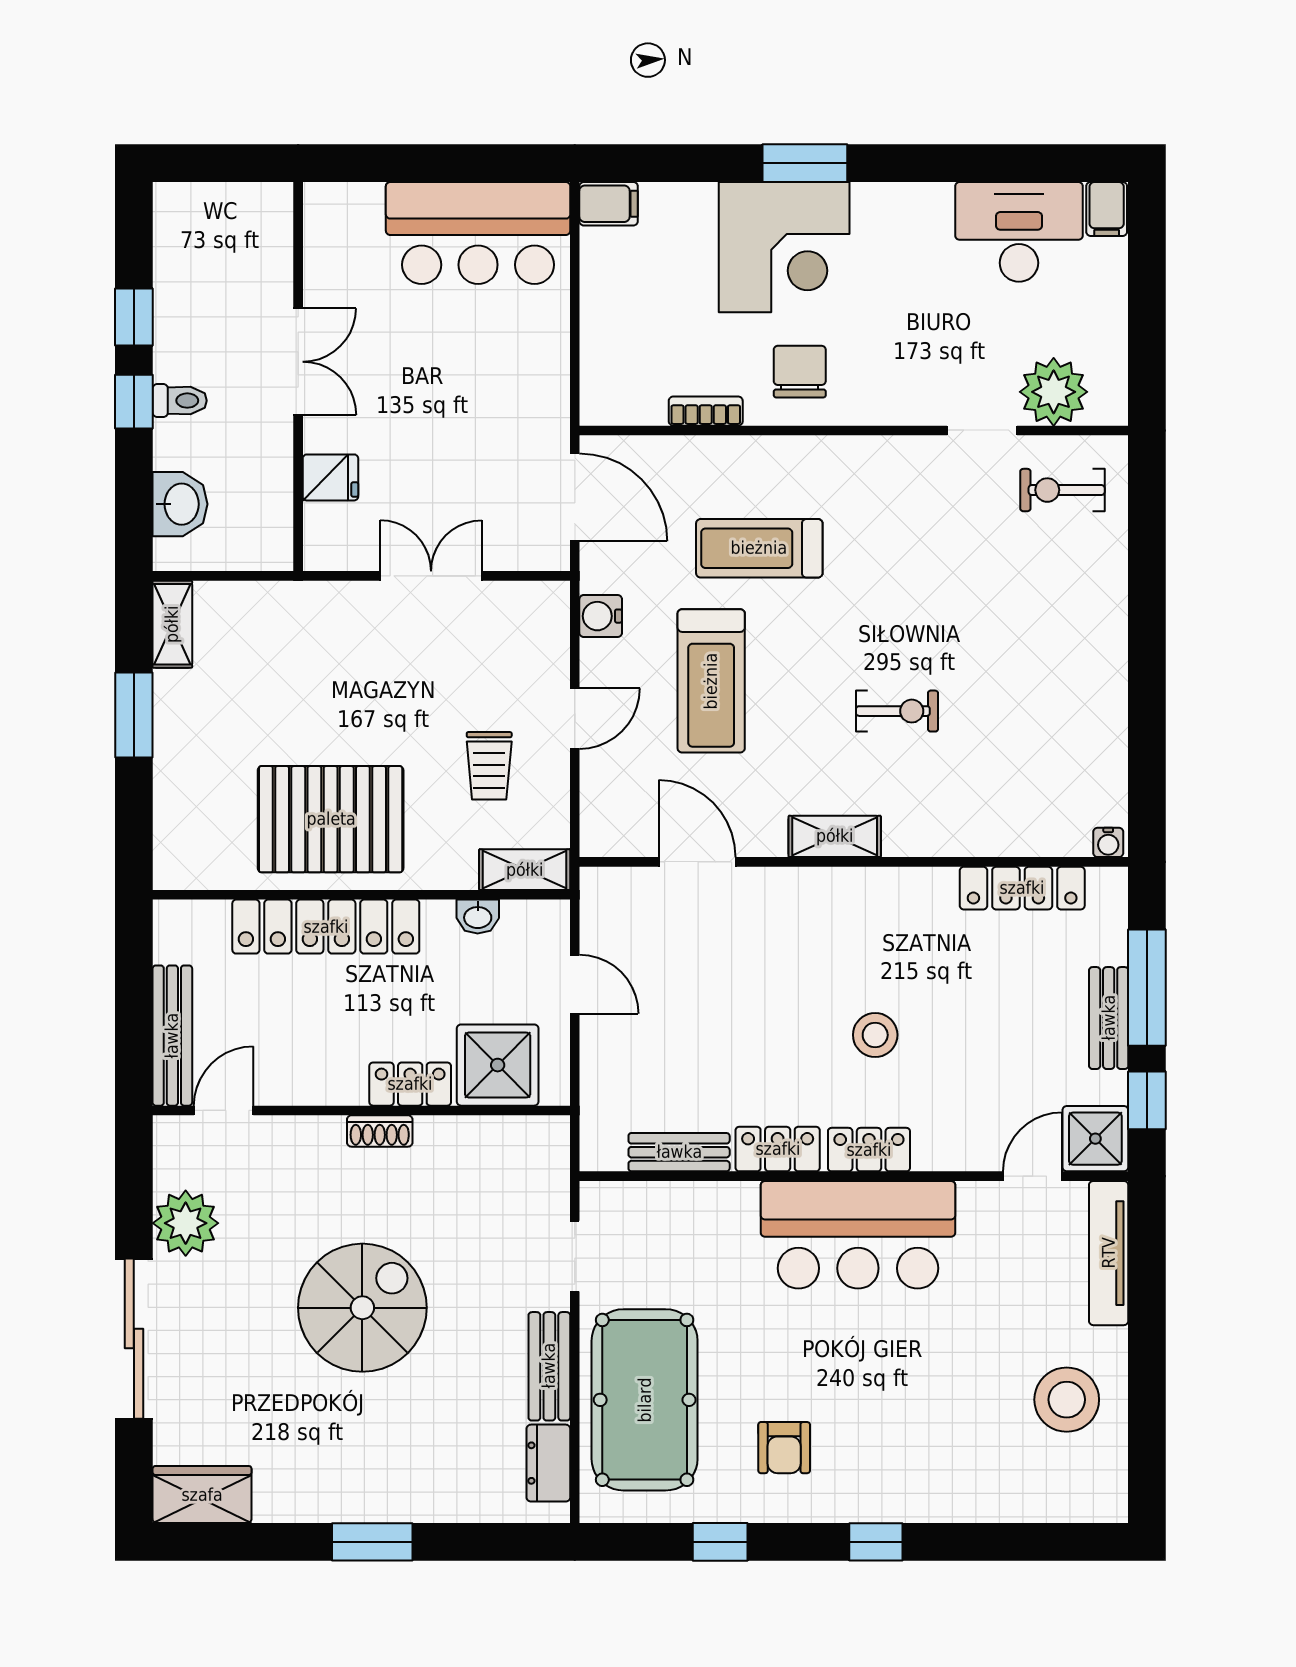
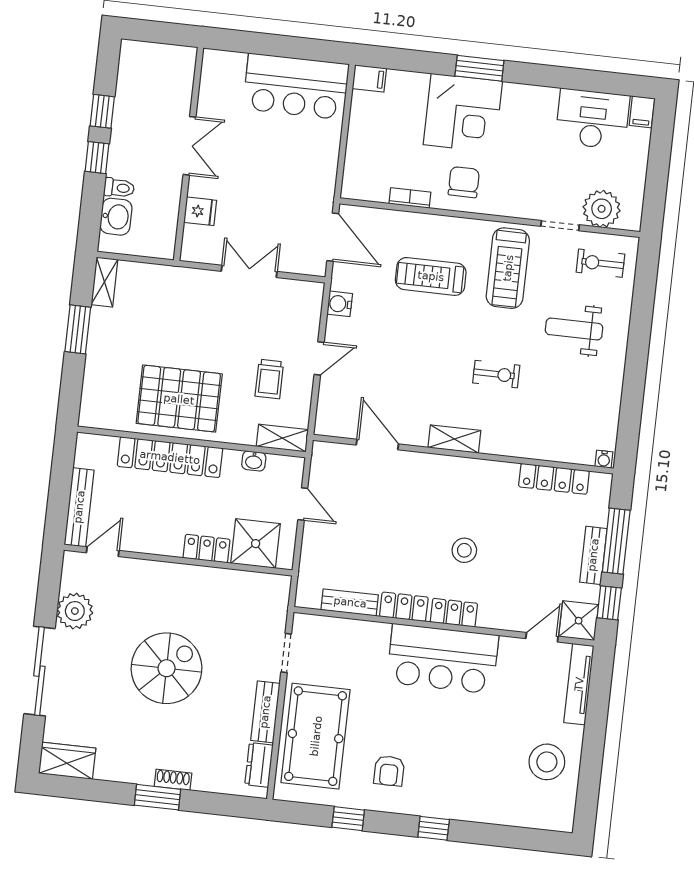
toilet: (180, 401) -> (119, 188), moved
weight bench: (1028, 614) -> (574, 329), added
treadmill: (711, 681) -> (508, 268), moved
shoe rack: (380, 1131) -> (173, 780), moved, turned 180

